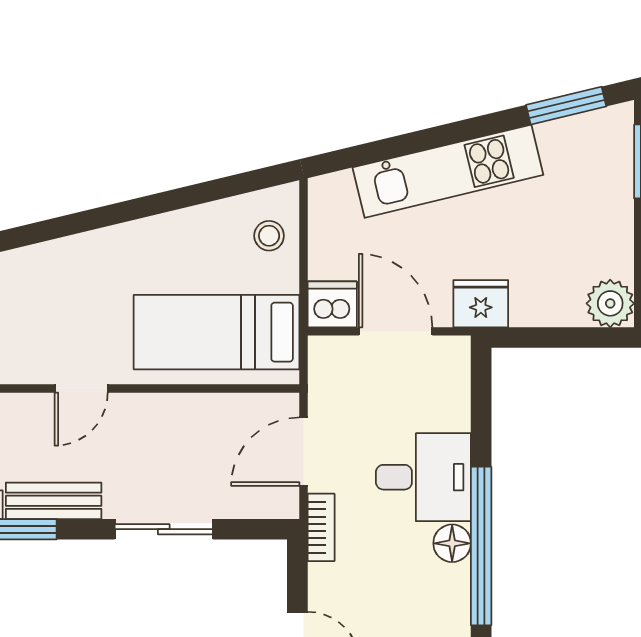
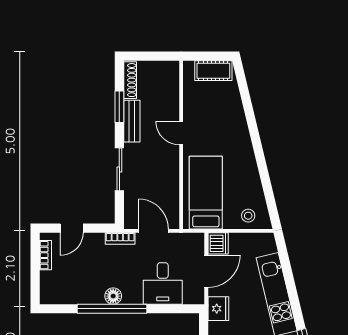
desk: (423, 477) -> (163, 283), moved

